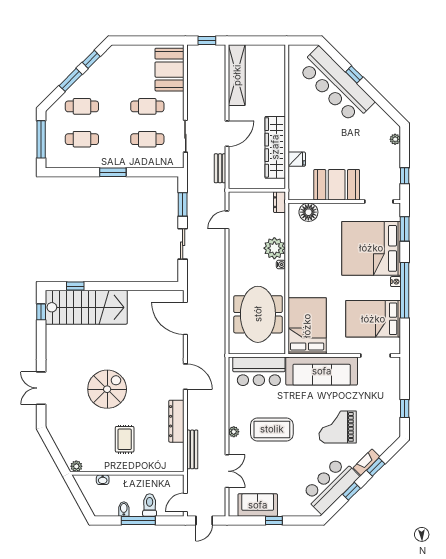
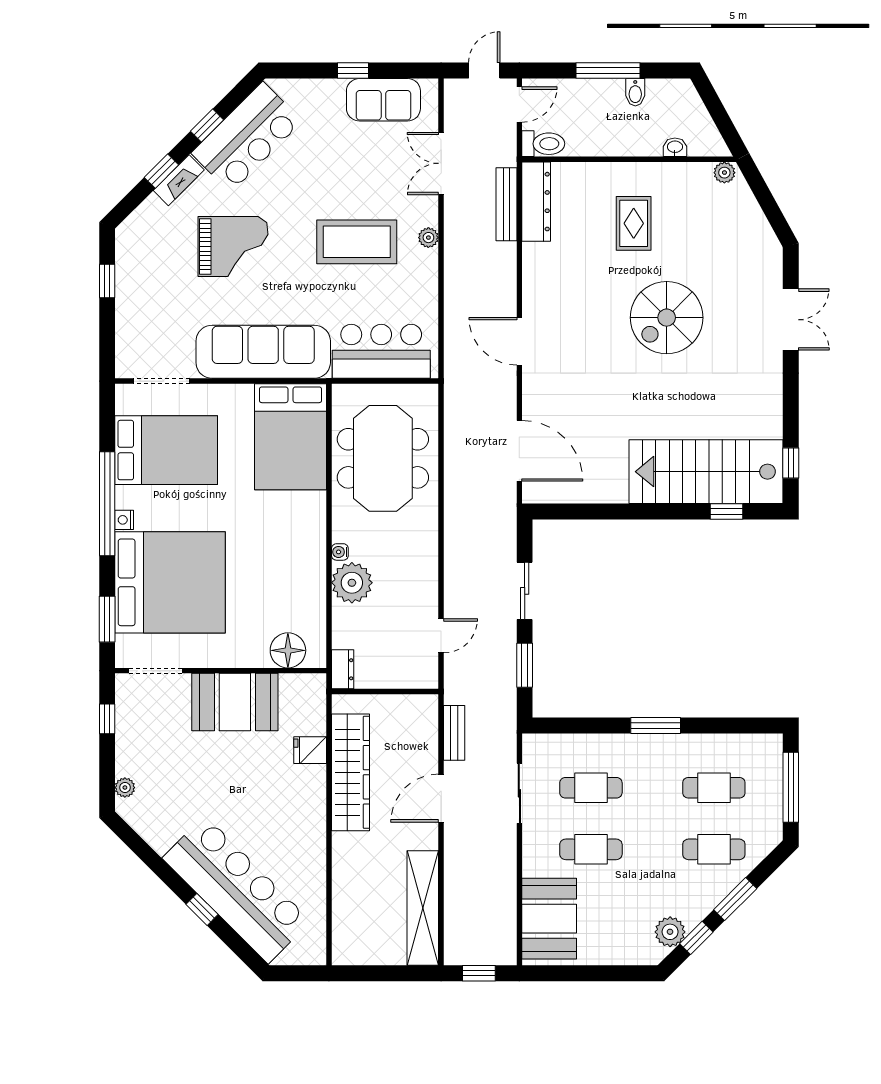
plant: (105, 63) -> (670, 932), added
dresser: (176, 421) -> (536, 202), moved
toilet: (150, 505) -> (543, 144), moved, turned -90

